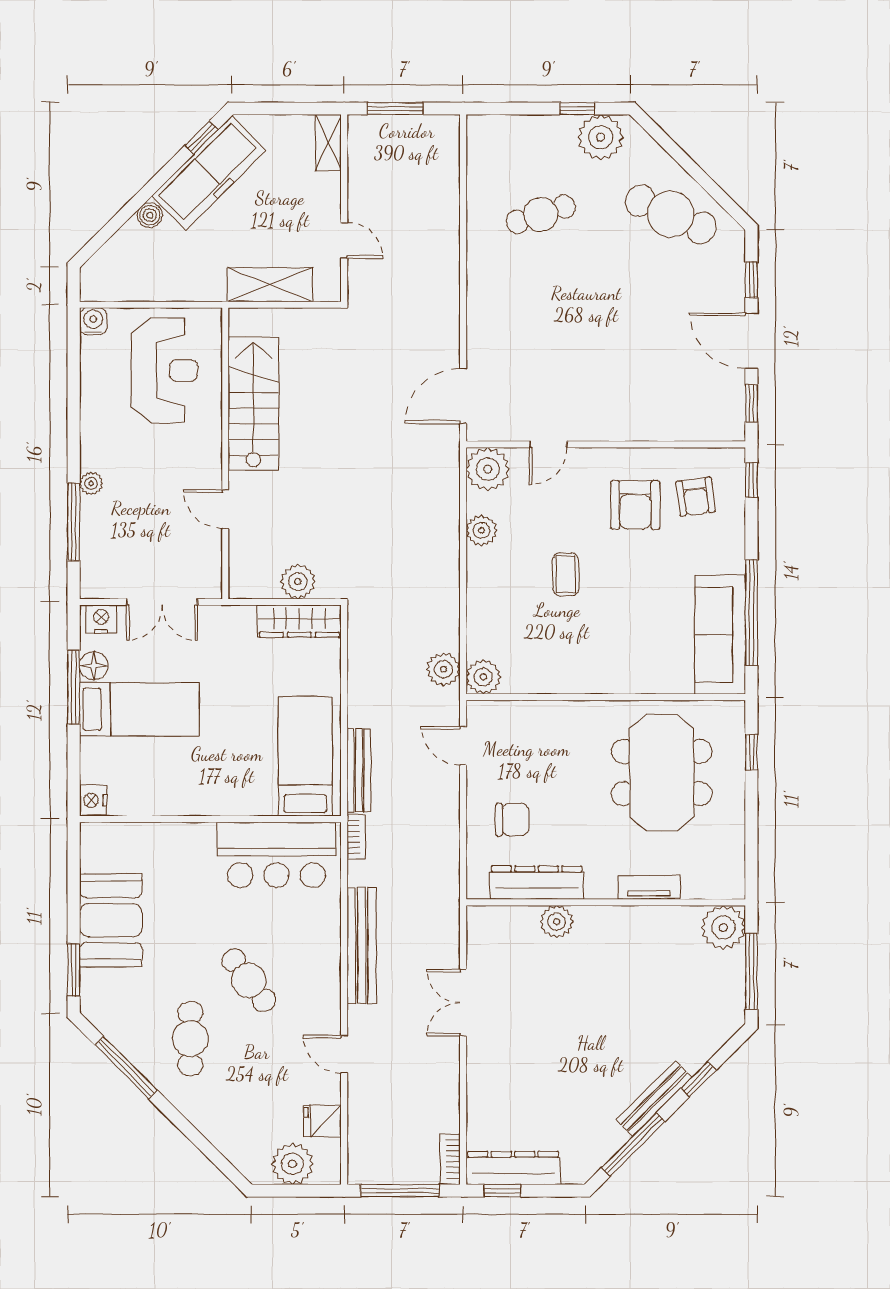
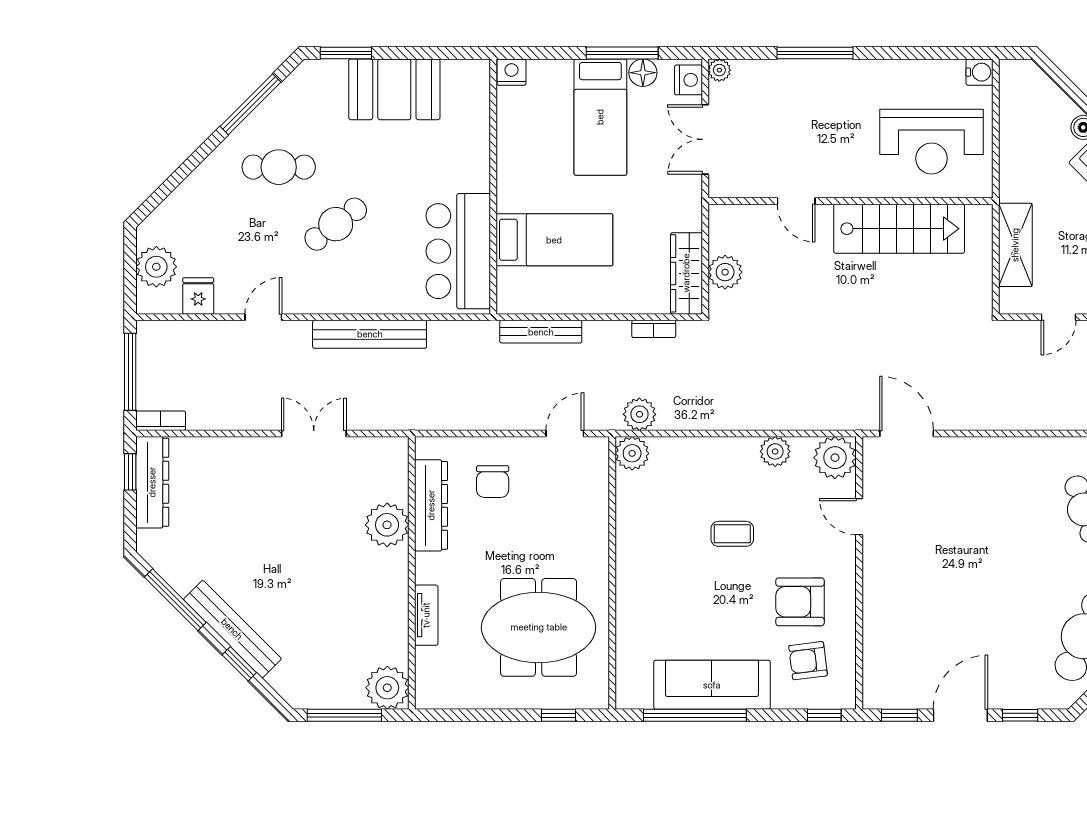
plant: (91, 483) -> (719, 70), moved
door: (225, 509) -> (796, 201), swing flipped
window: (74, 522) -> (815, 53), moved
sofa: (720, 635) -> (712, 685), moved
bed: (305, 756) -> (554, 240), moved
bookcase: (356, 837) -> (654, 329), moved
plant: (557, 922) -> (387, 525), width x1.36, depth x1.36
bench: (654, 1099) -> (232, 629), width x1.37, depth x1.21

